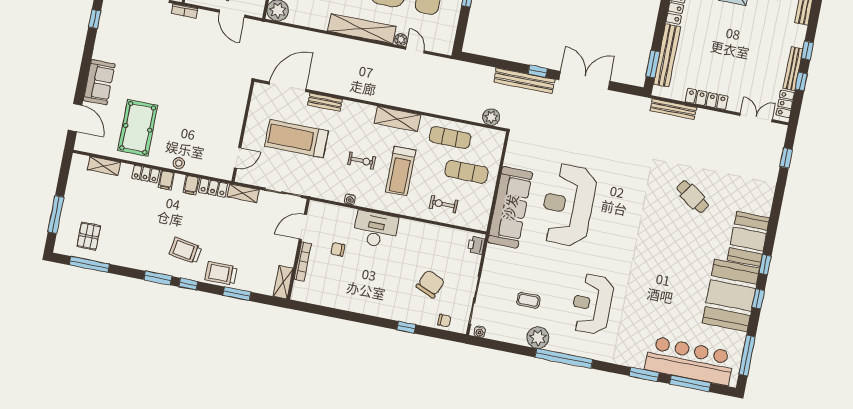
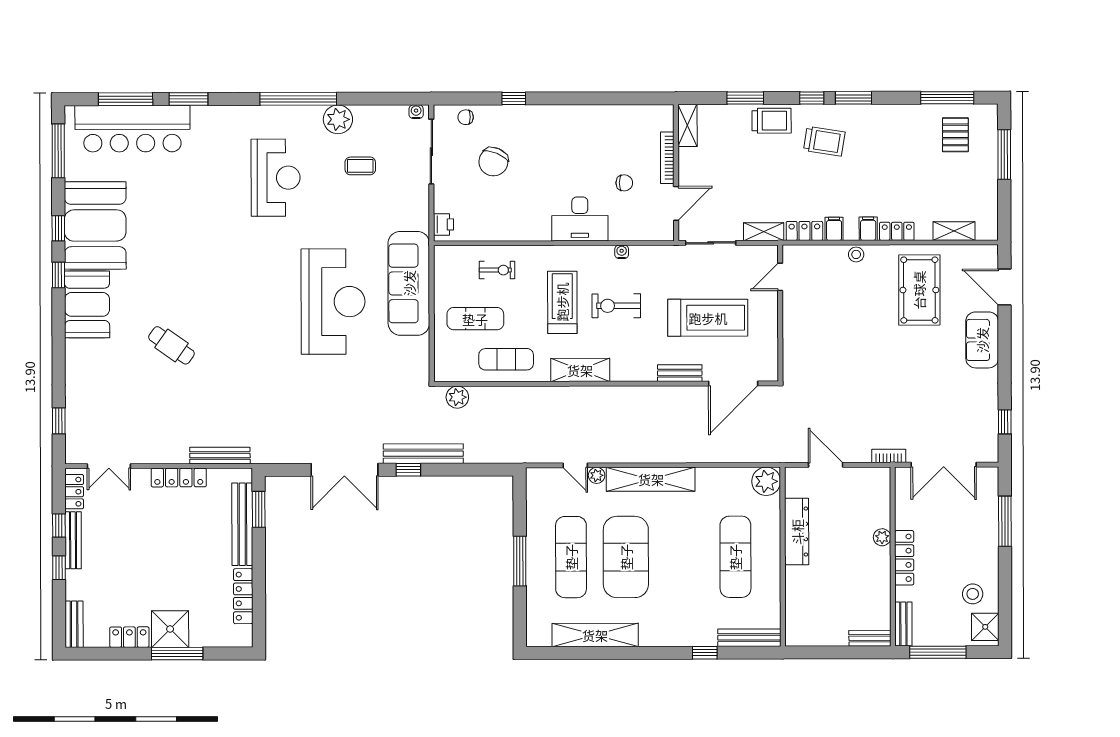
exercise bike: (362, 161) -> (616, 306), width x1.38, depth x1.39

